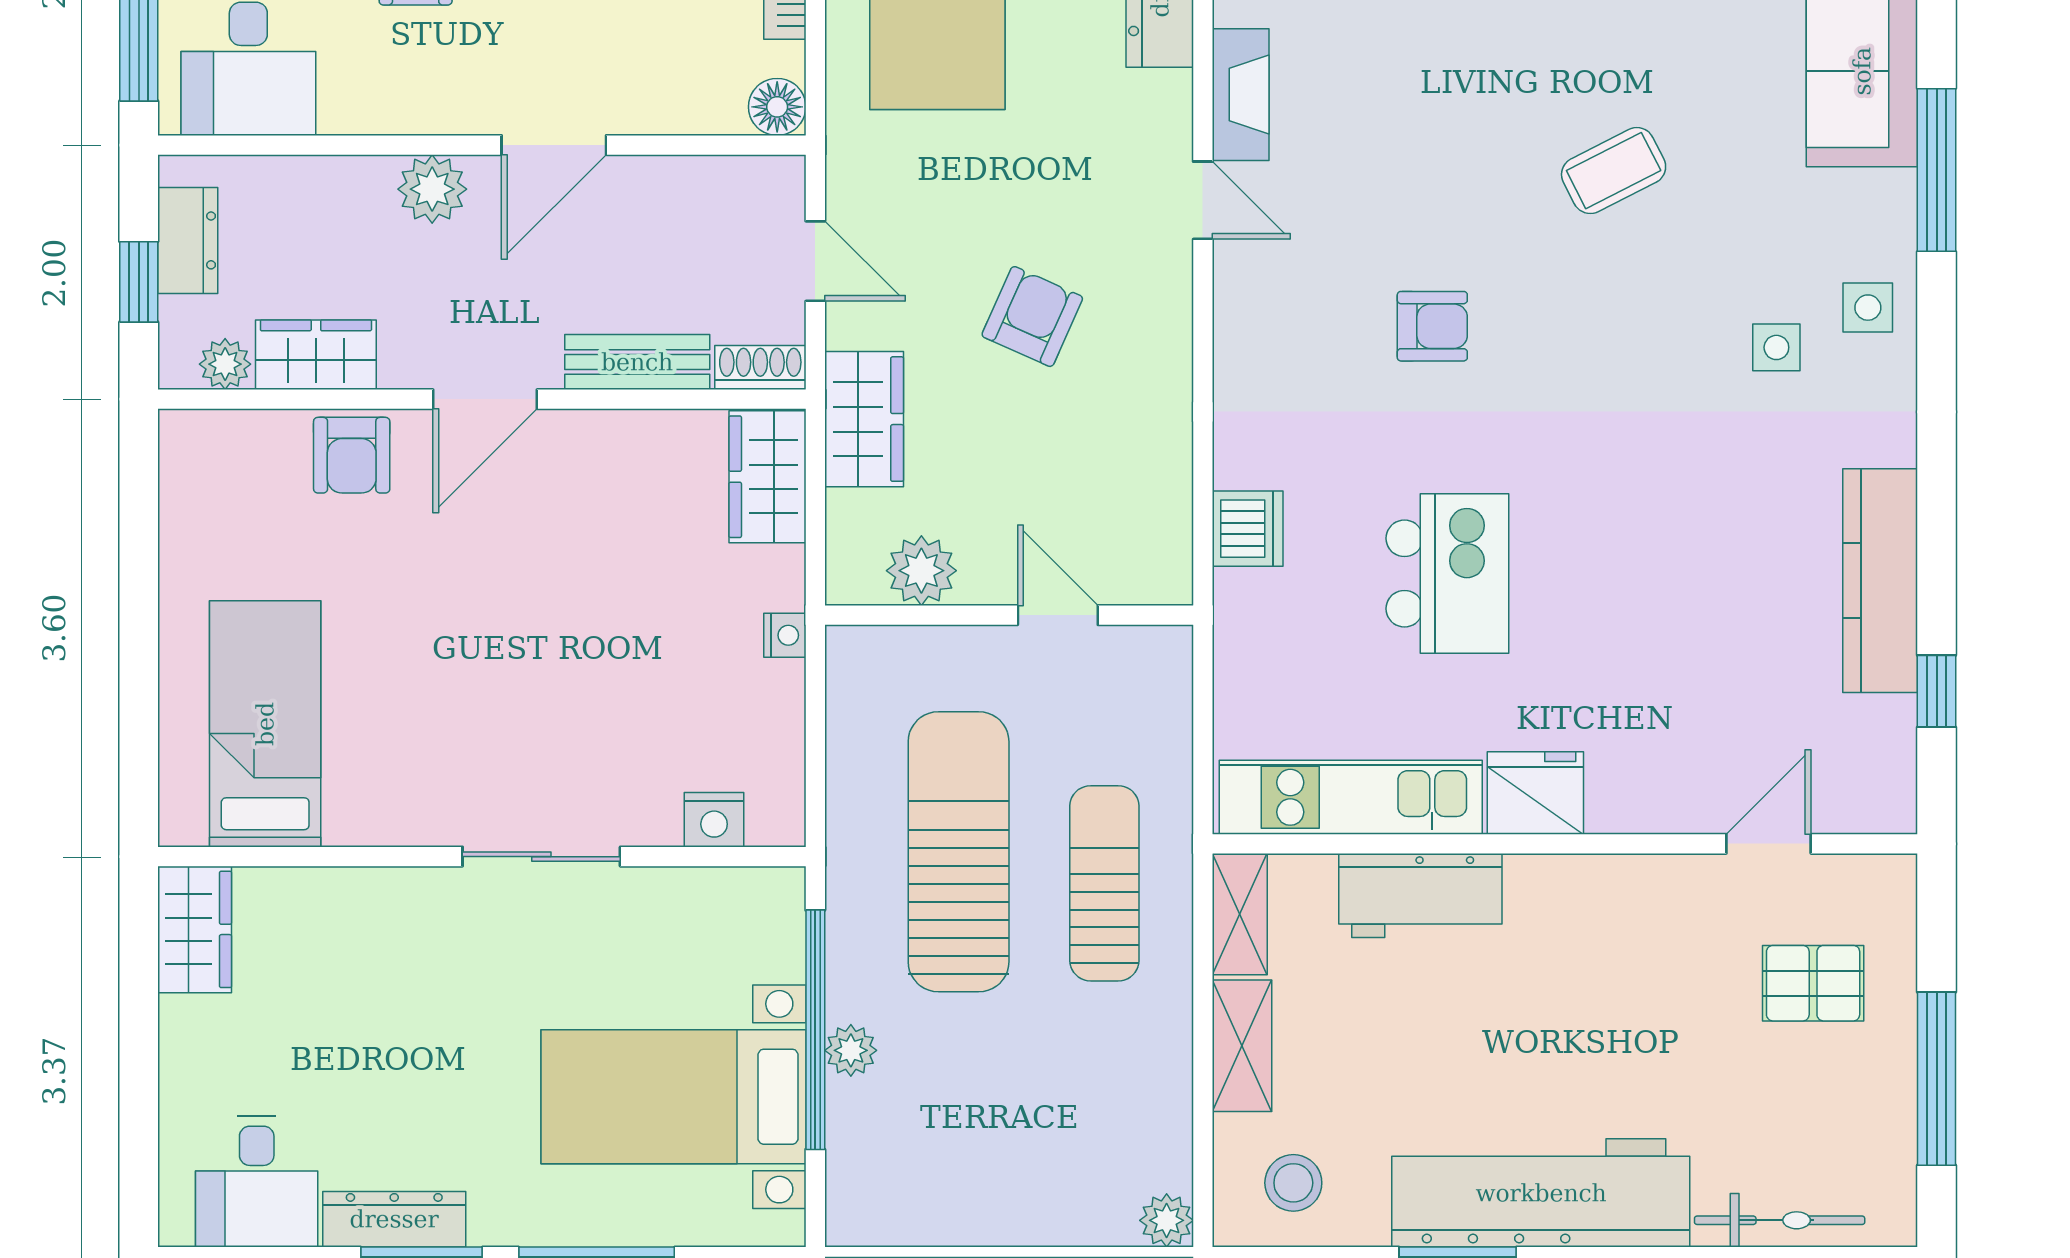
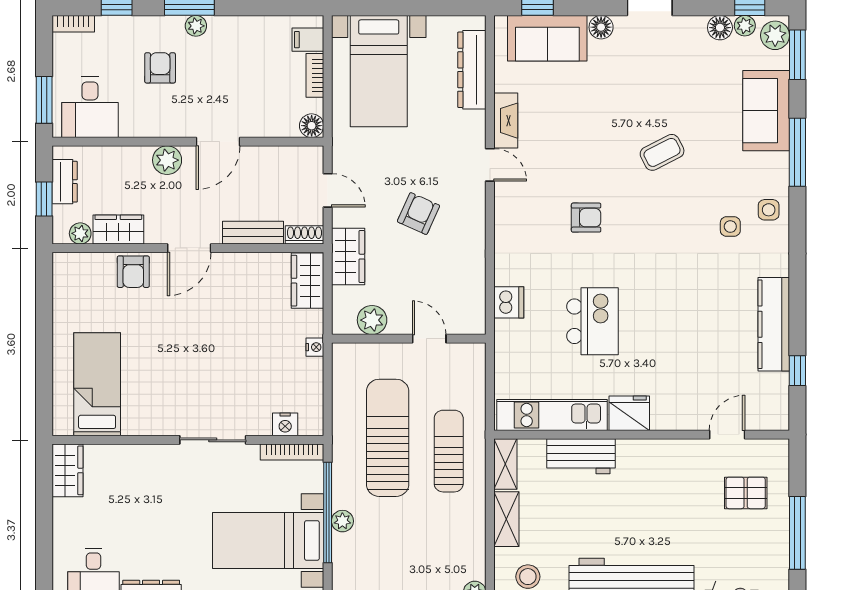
bookcase: (730, 885) -> (292, 452), added

